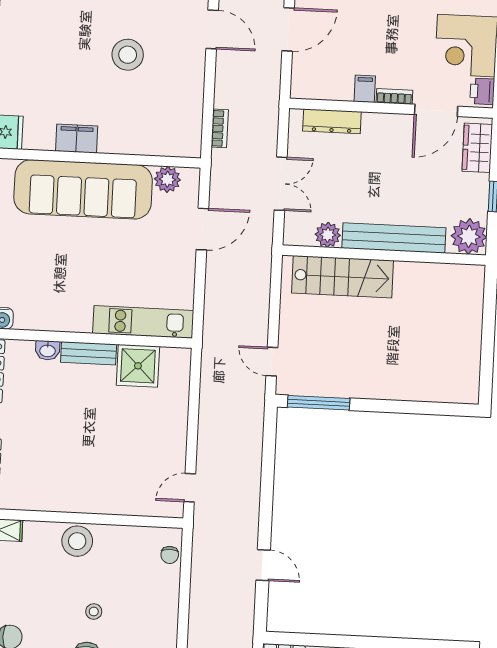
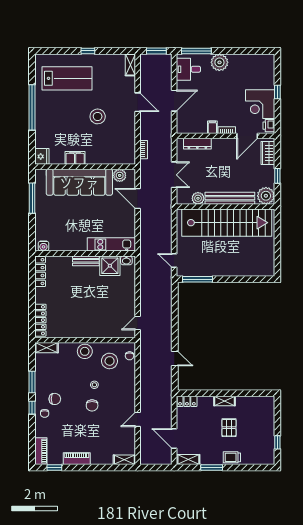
door: (202, 229) -> (138, 198), swing flipped
stairs: (342, 277) -> (227, 223), width x1.86, depth x1.51
washbasin: (48, 350) -> (126, 260), moved
stool: (128, 564) -> (110, 361), added

